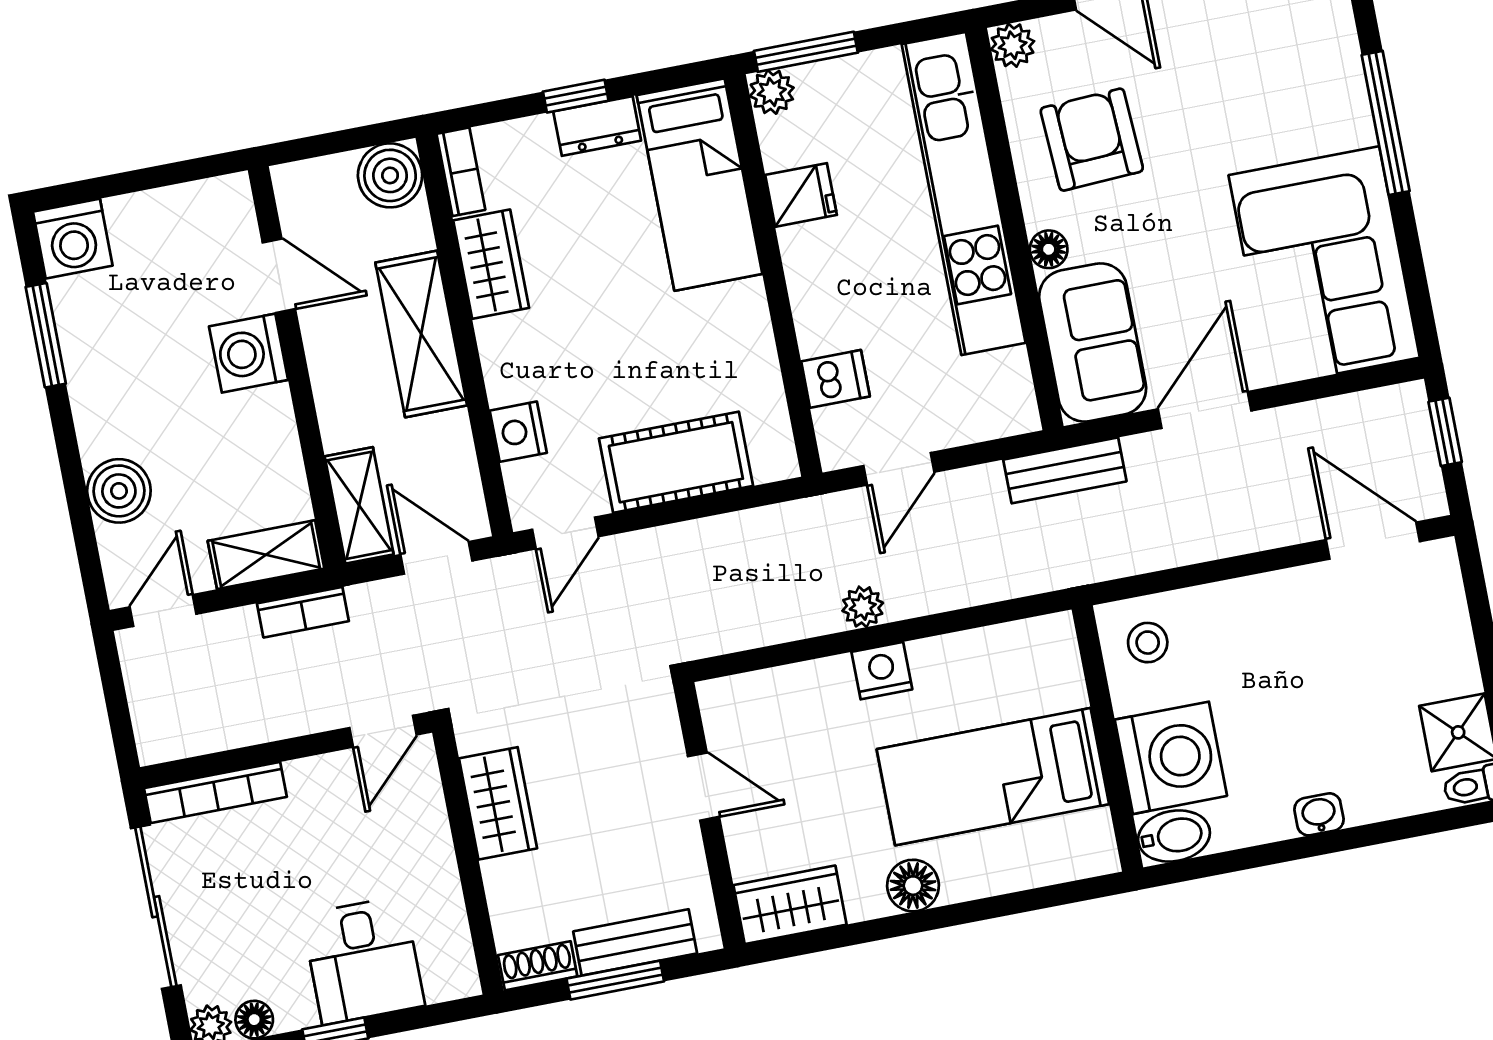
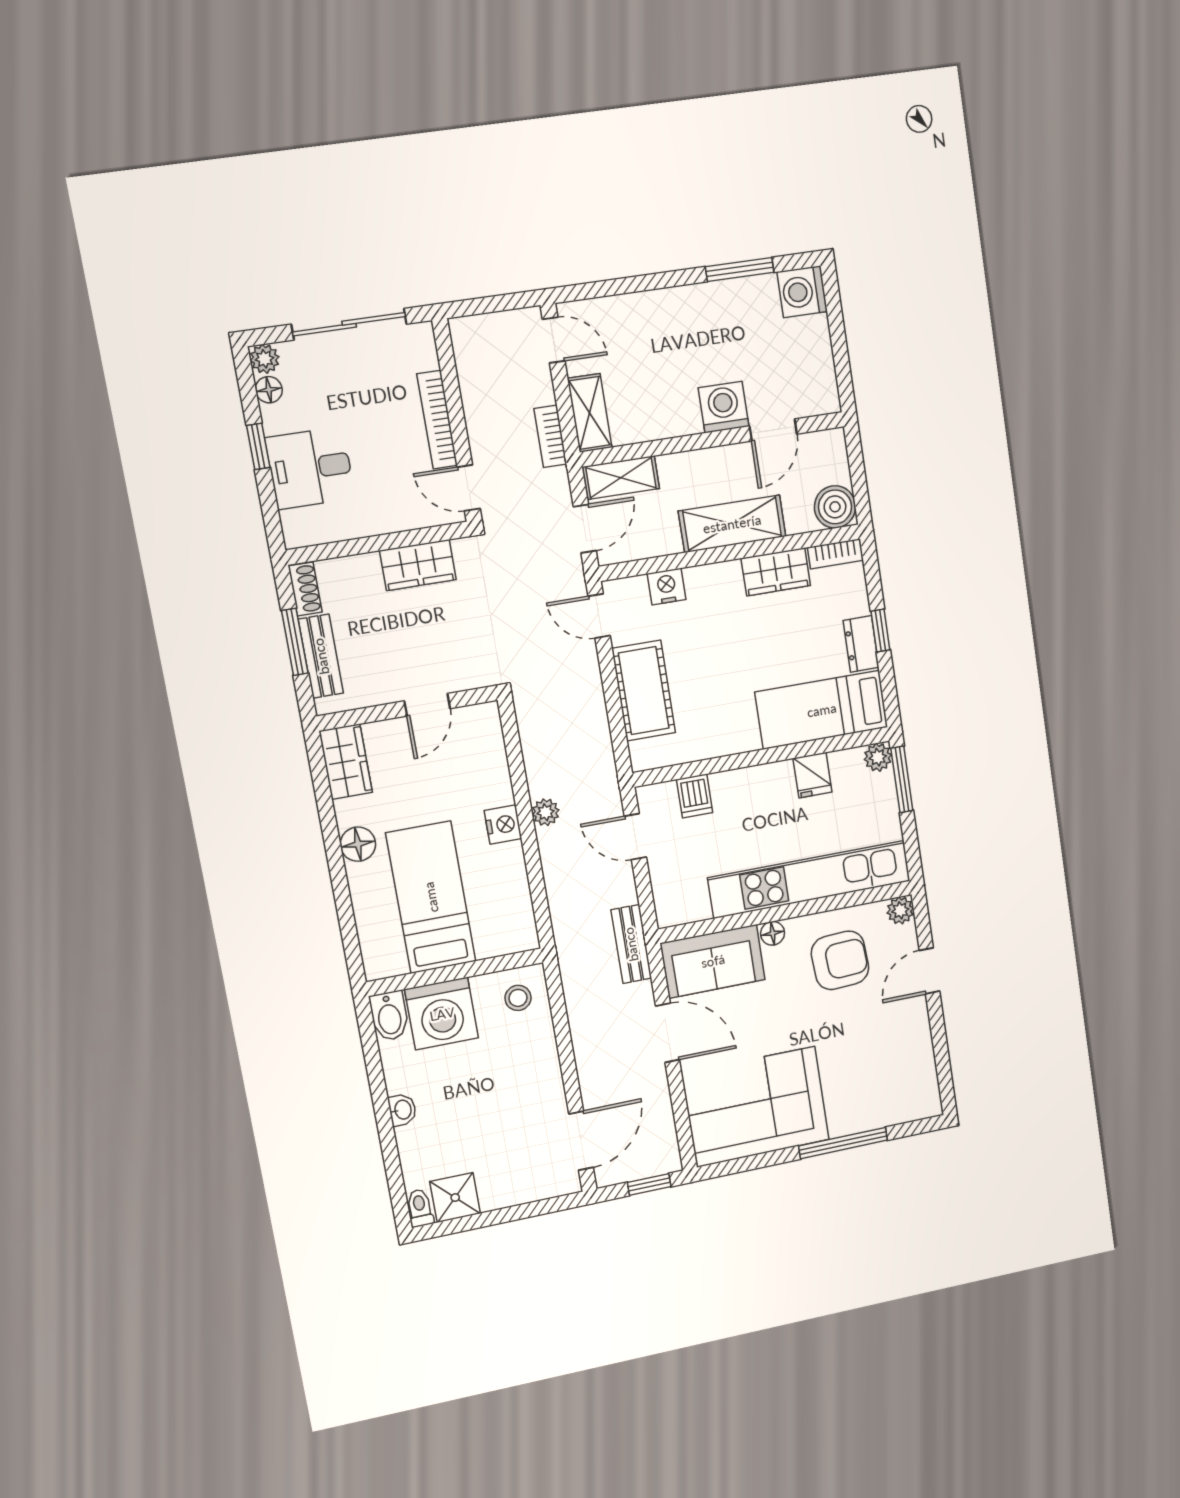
boiler: (119, 491) -> (635, 314), removed
bookcase: (215, 792) -> (437, 420), moved

